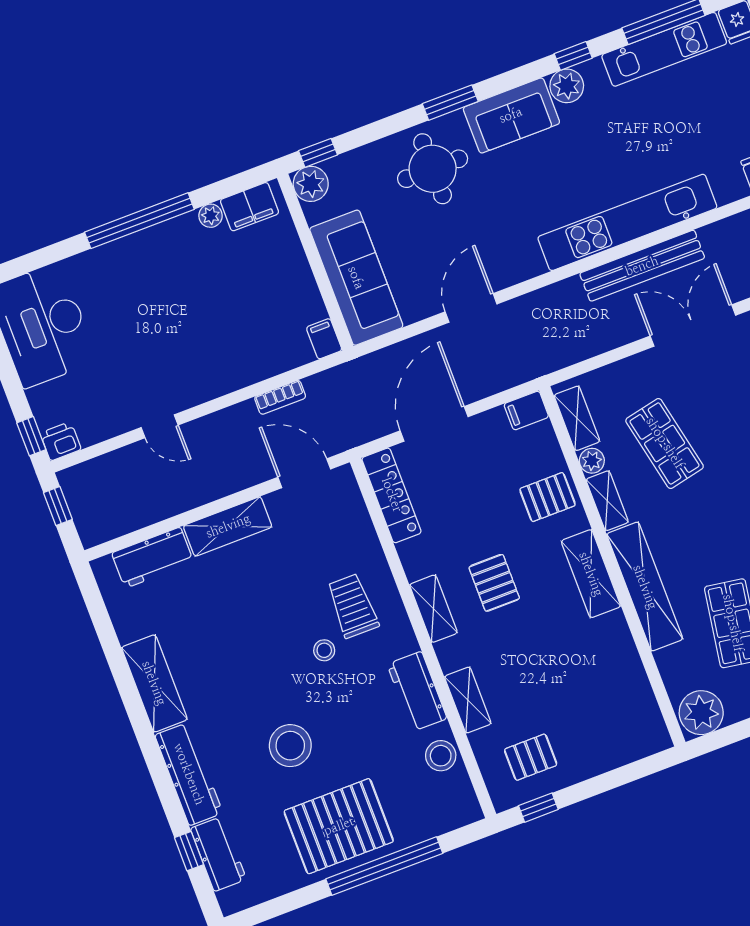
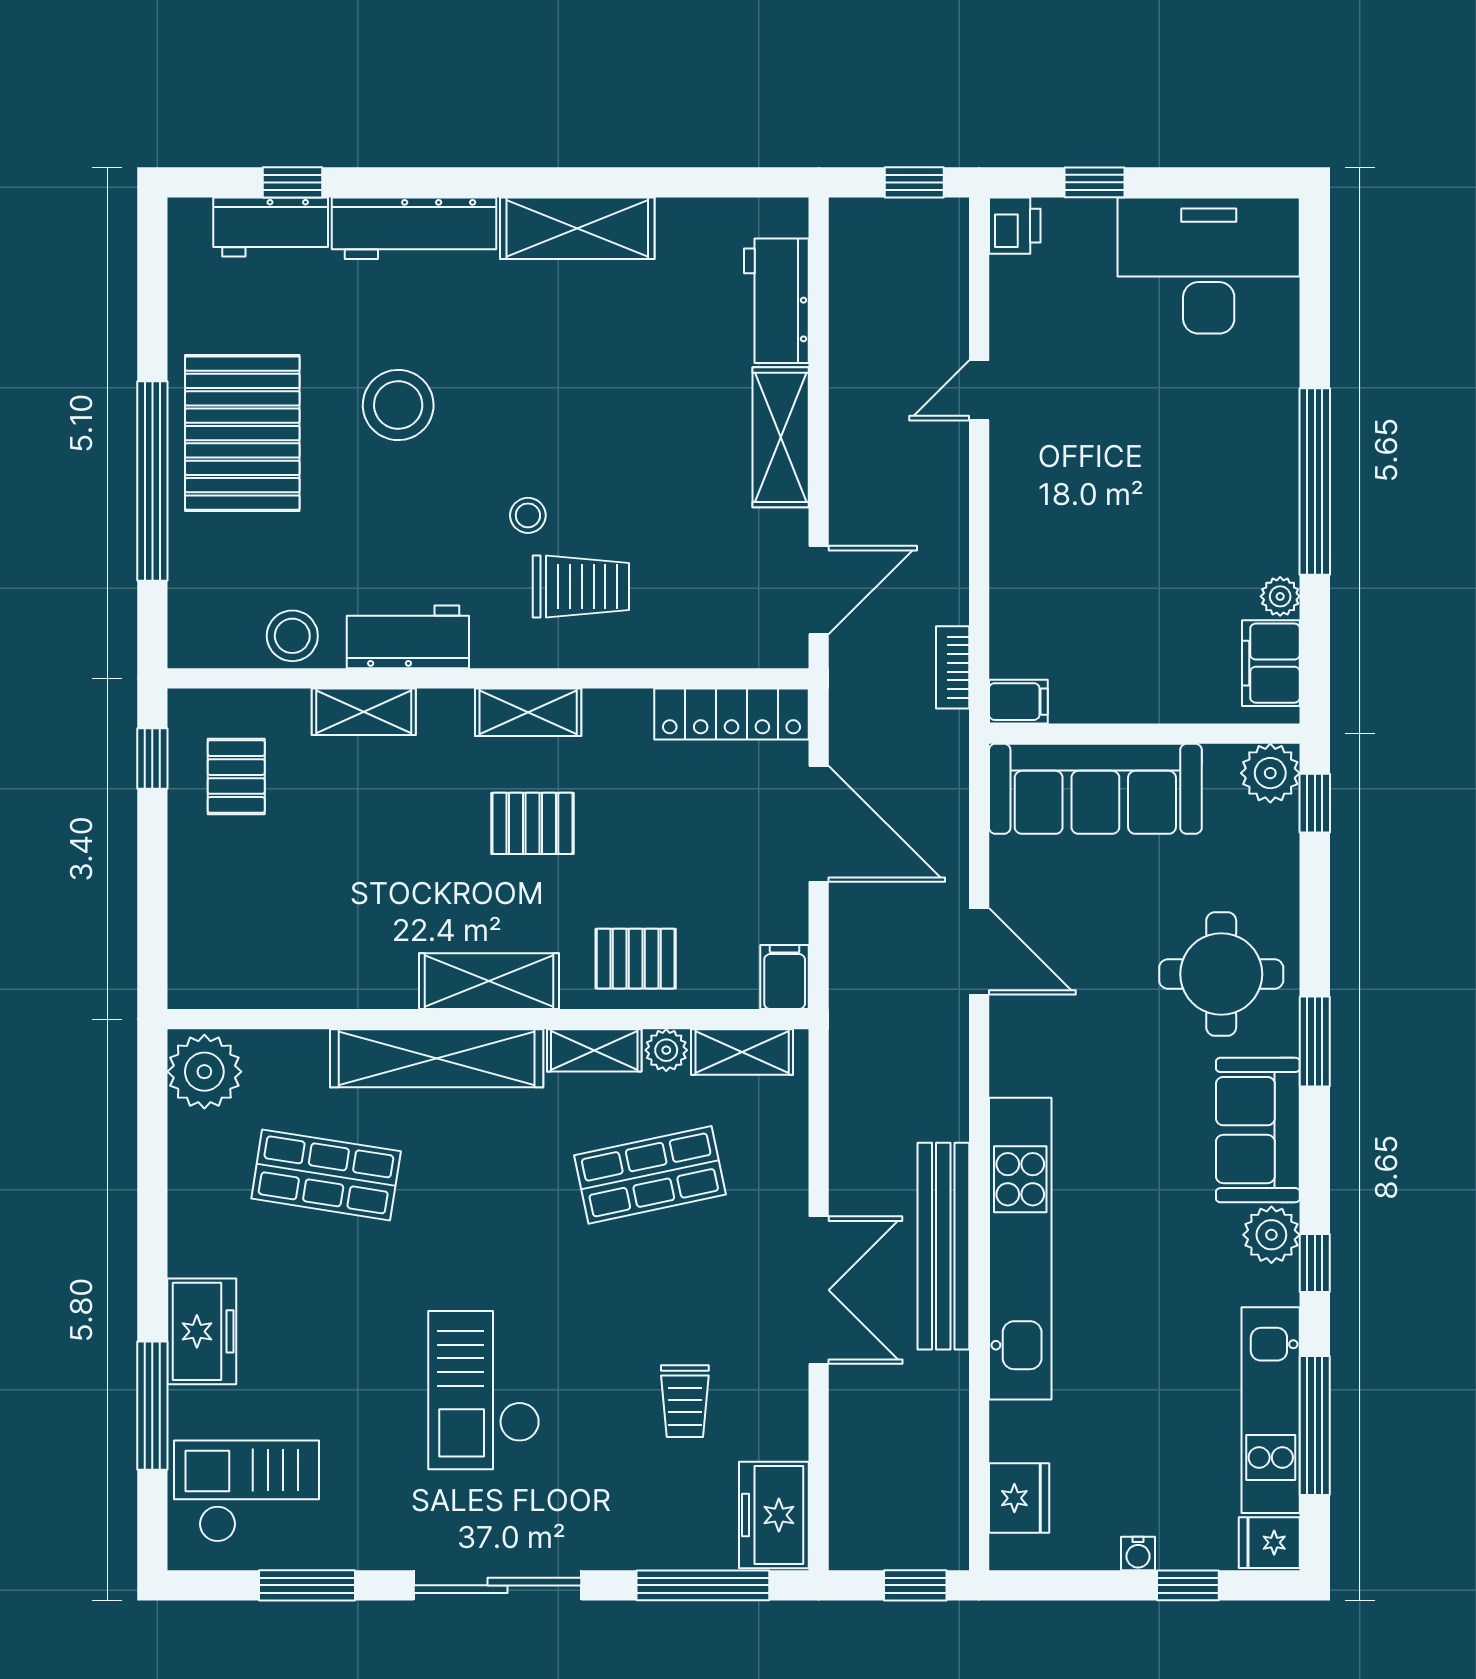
bookcase: (280, 397) -> (953, 667), moved
window: (31, 436) -> (1095, 182), moved
pallet: (548, 497) -> (636, 959), turned 90

